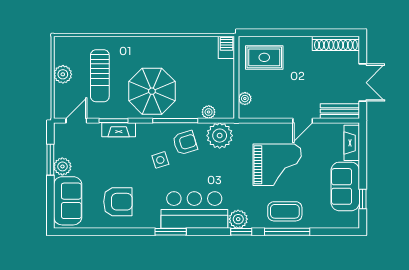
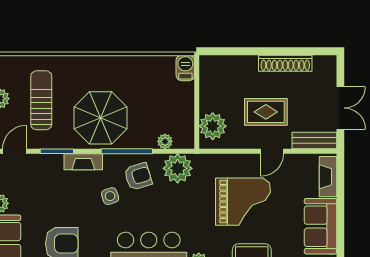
shoe rack: (336, 43) -> (285, 63), moved
rug: (264, 57) -> (266, 112), moved
sun lounger: (100, 76) -> (41, 100), turned 180
plant: (245, 99) -> (213, 126), width x1.87, depth x1.87
fireplace: (119, 130) -> (83, 162), moved
window: (363, 199) -> (340, 240), removed

